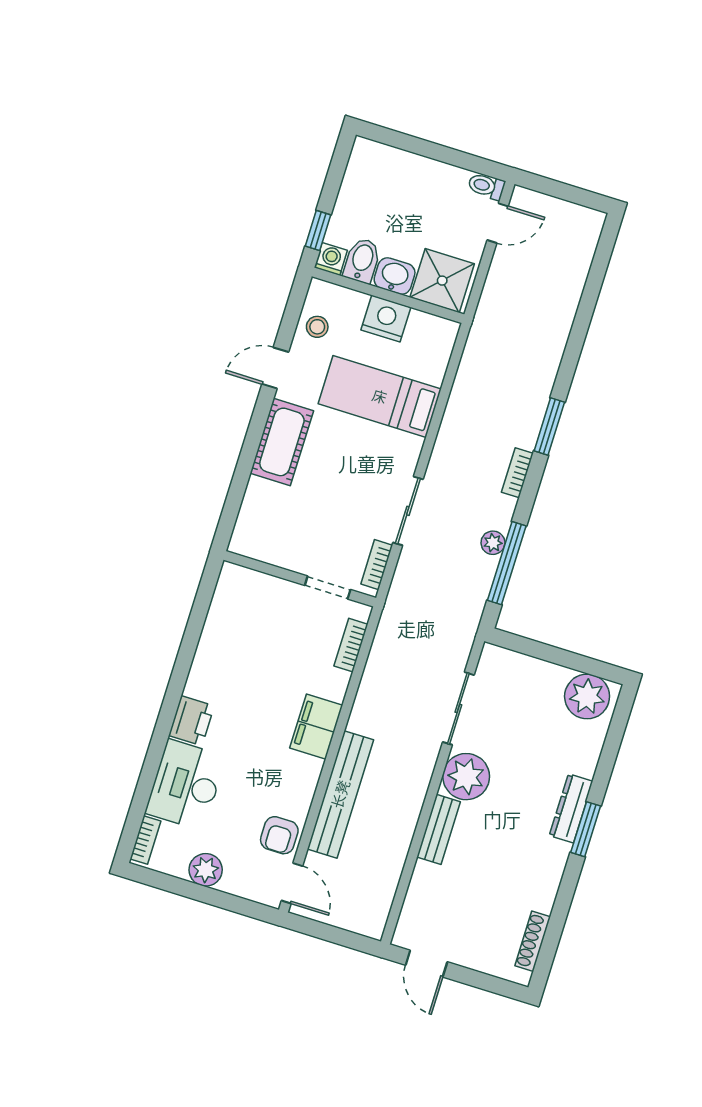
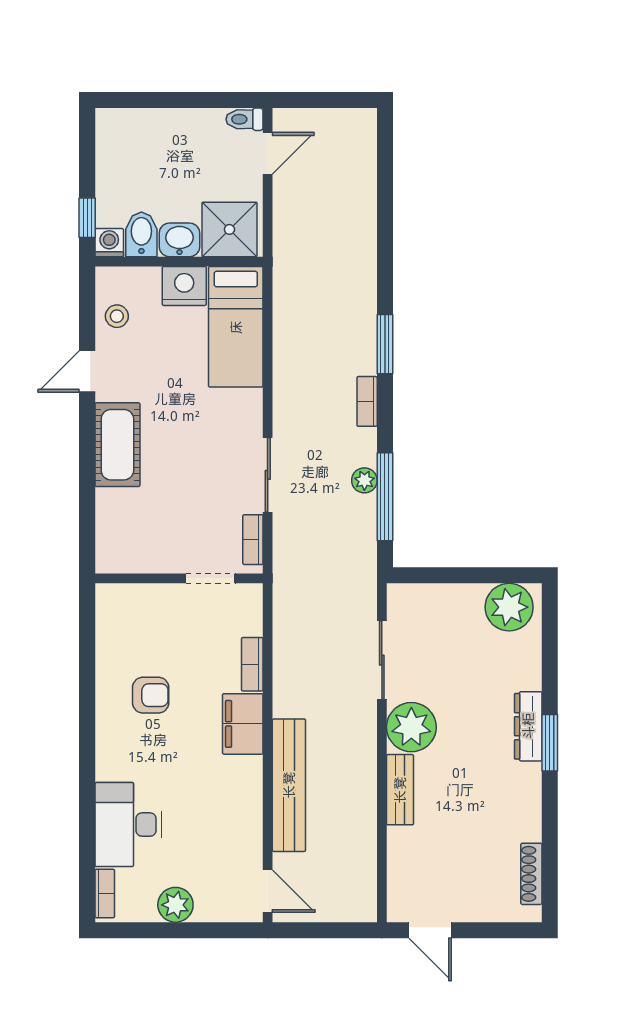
bed: (380, 396) -> (236, 327), moved, turned -90
bookcase: (351, 645) -> (252, 664), moved
printer: (191, 721) -> (114, 757), removed
armchair: (279, 835) -> (151, 695), moved, turned -90

